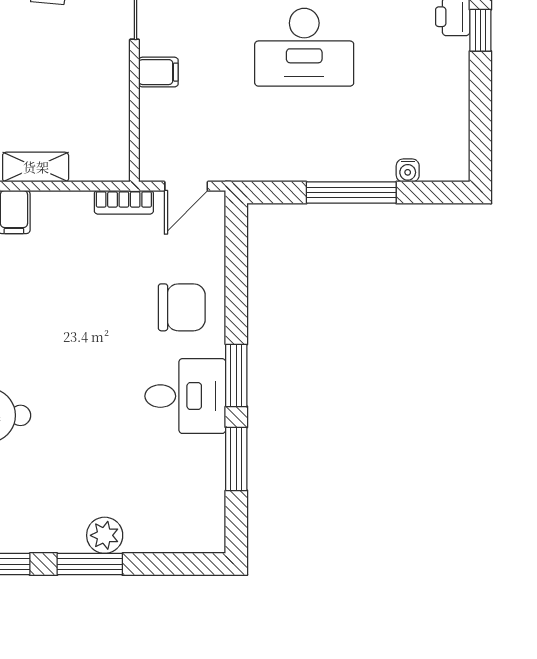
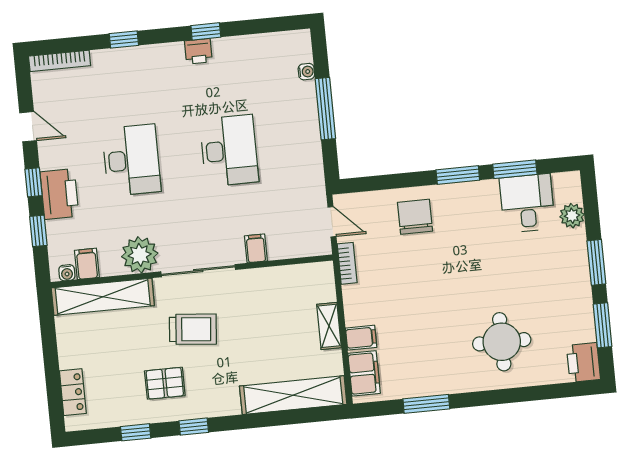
desk: (185, 396) -> (527, 203), moved
plant: (105, 535) -> (572, 216), moved

